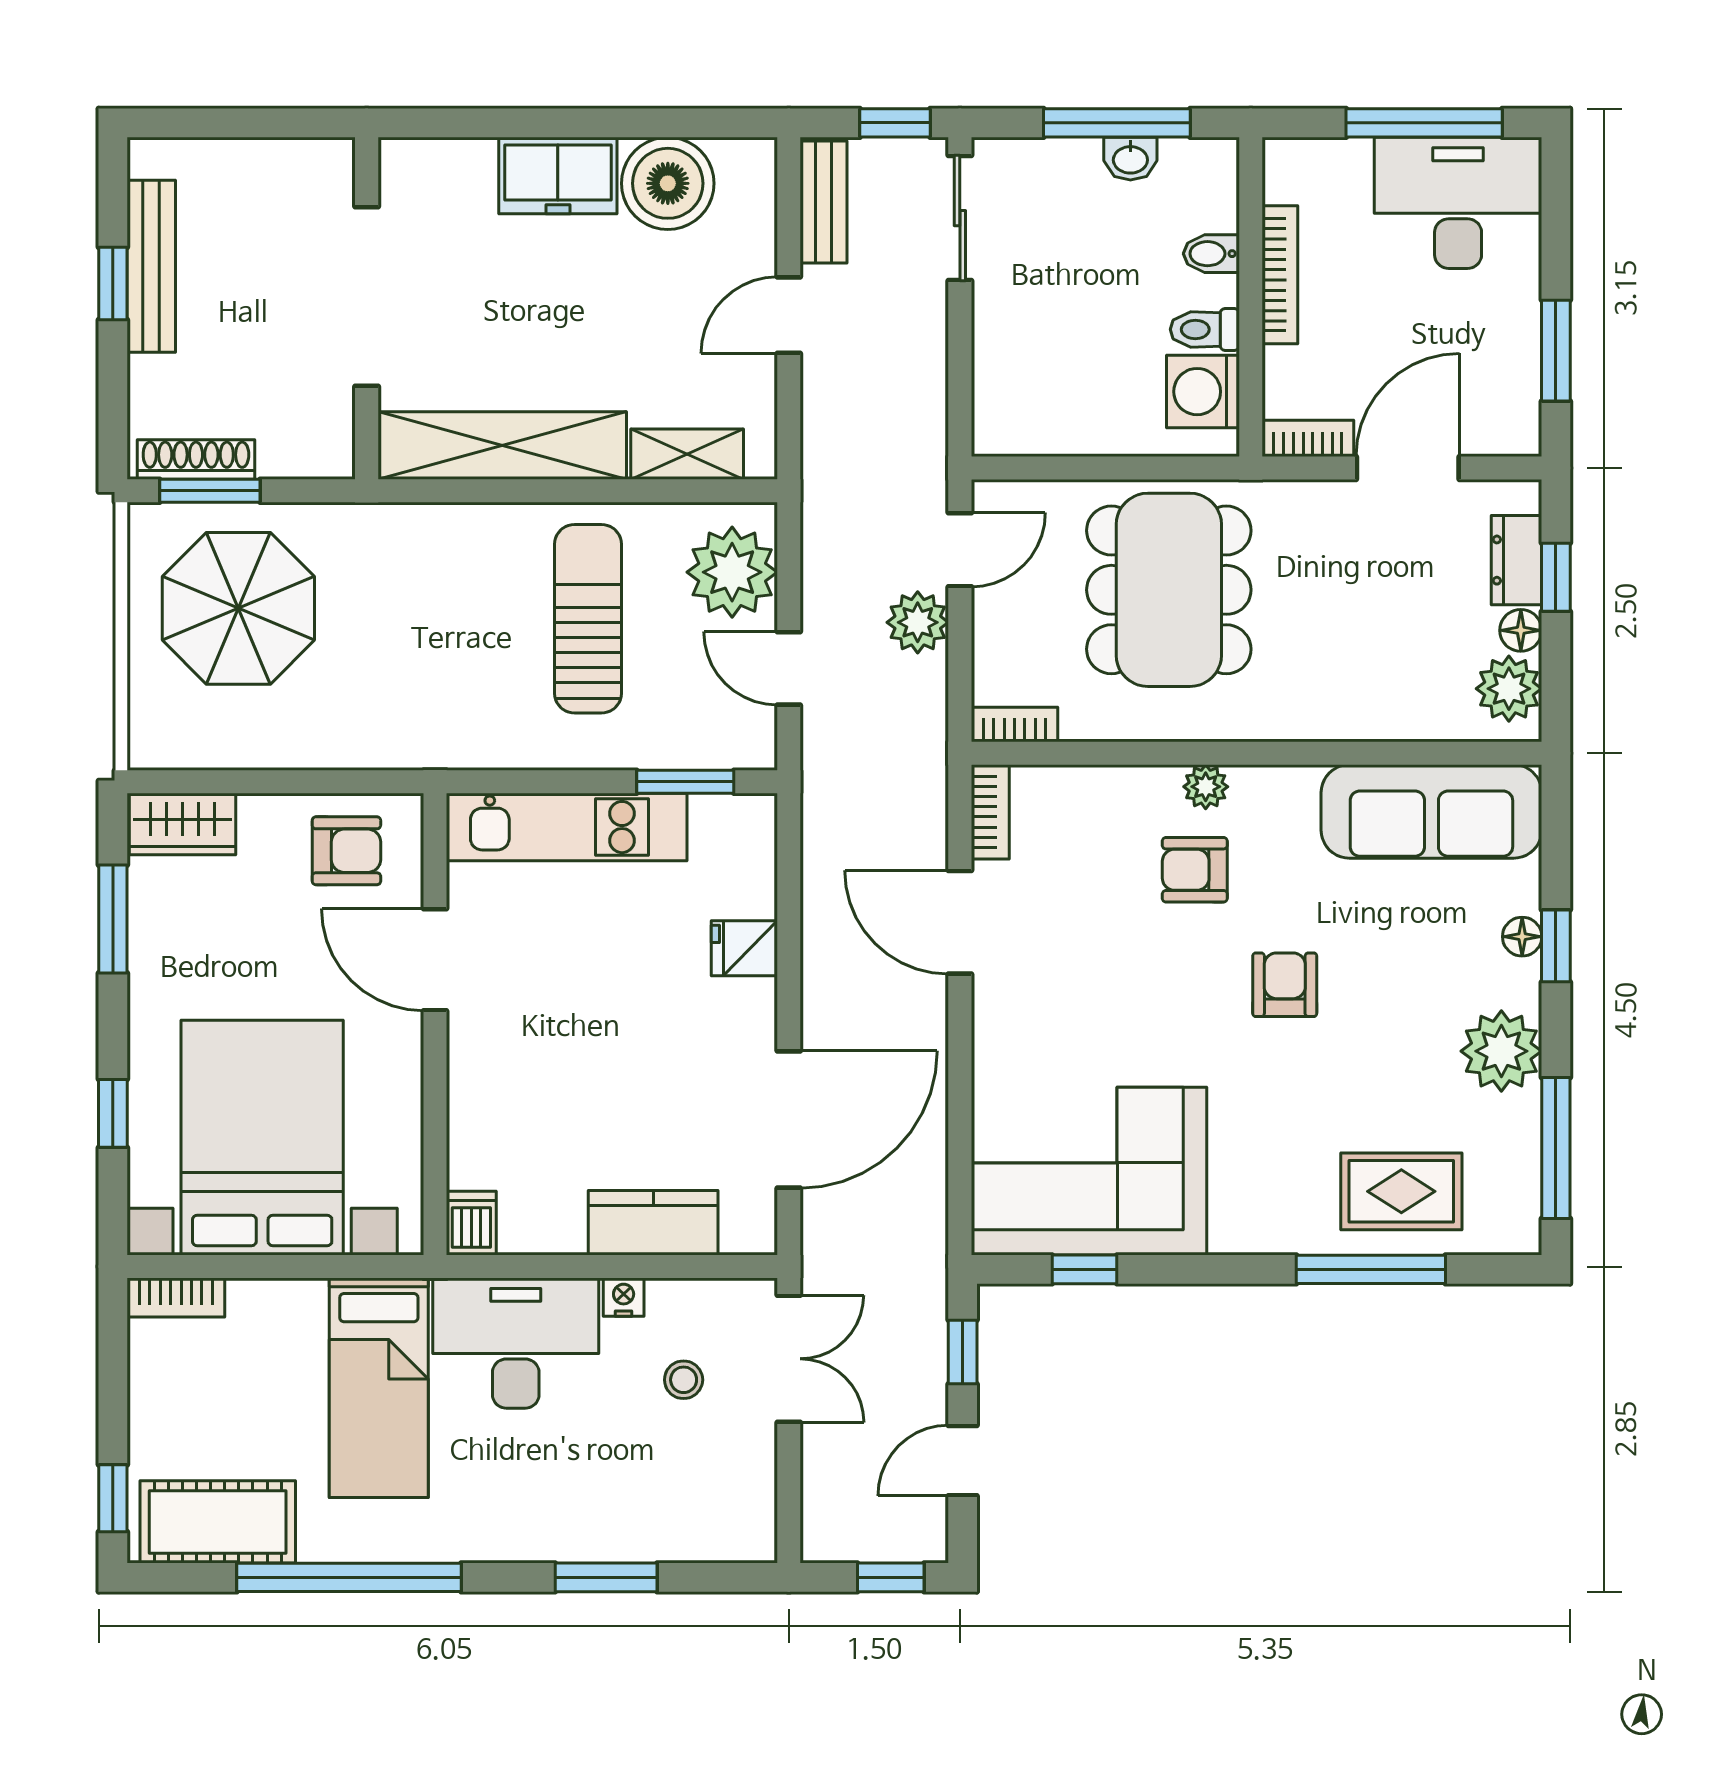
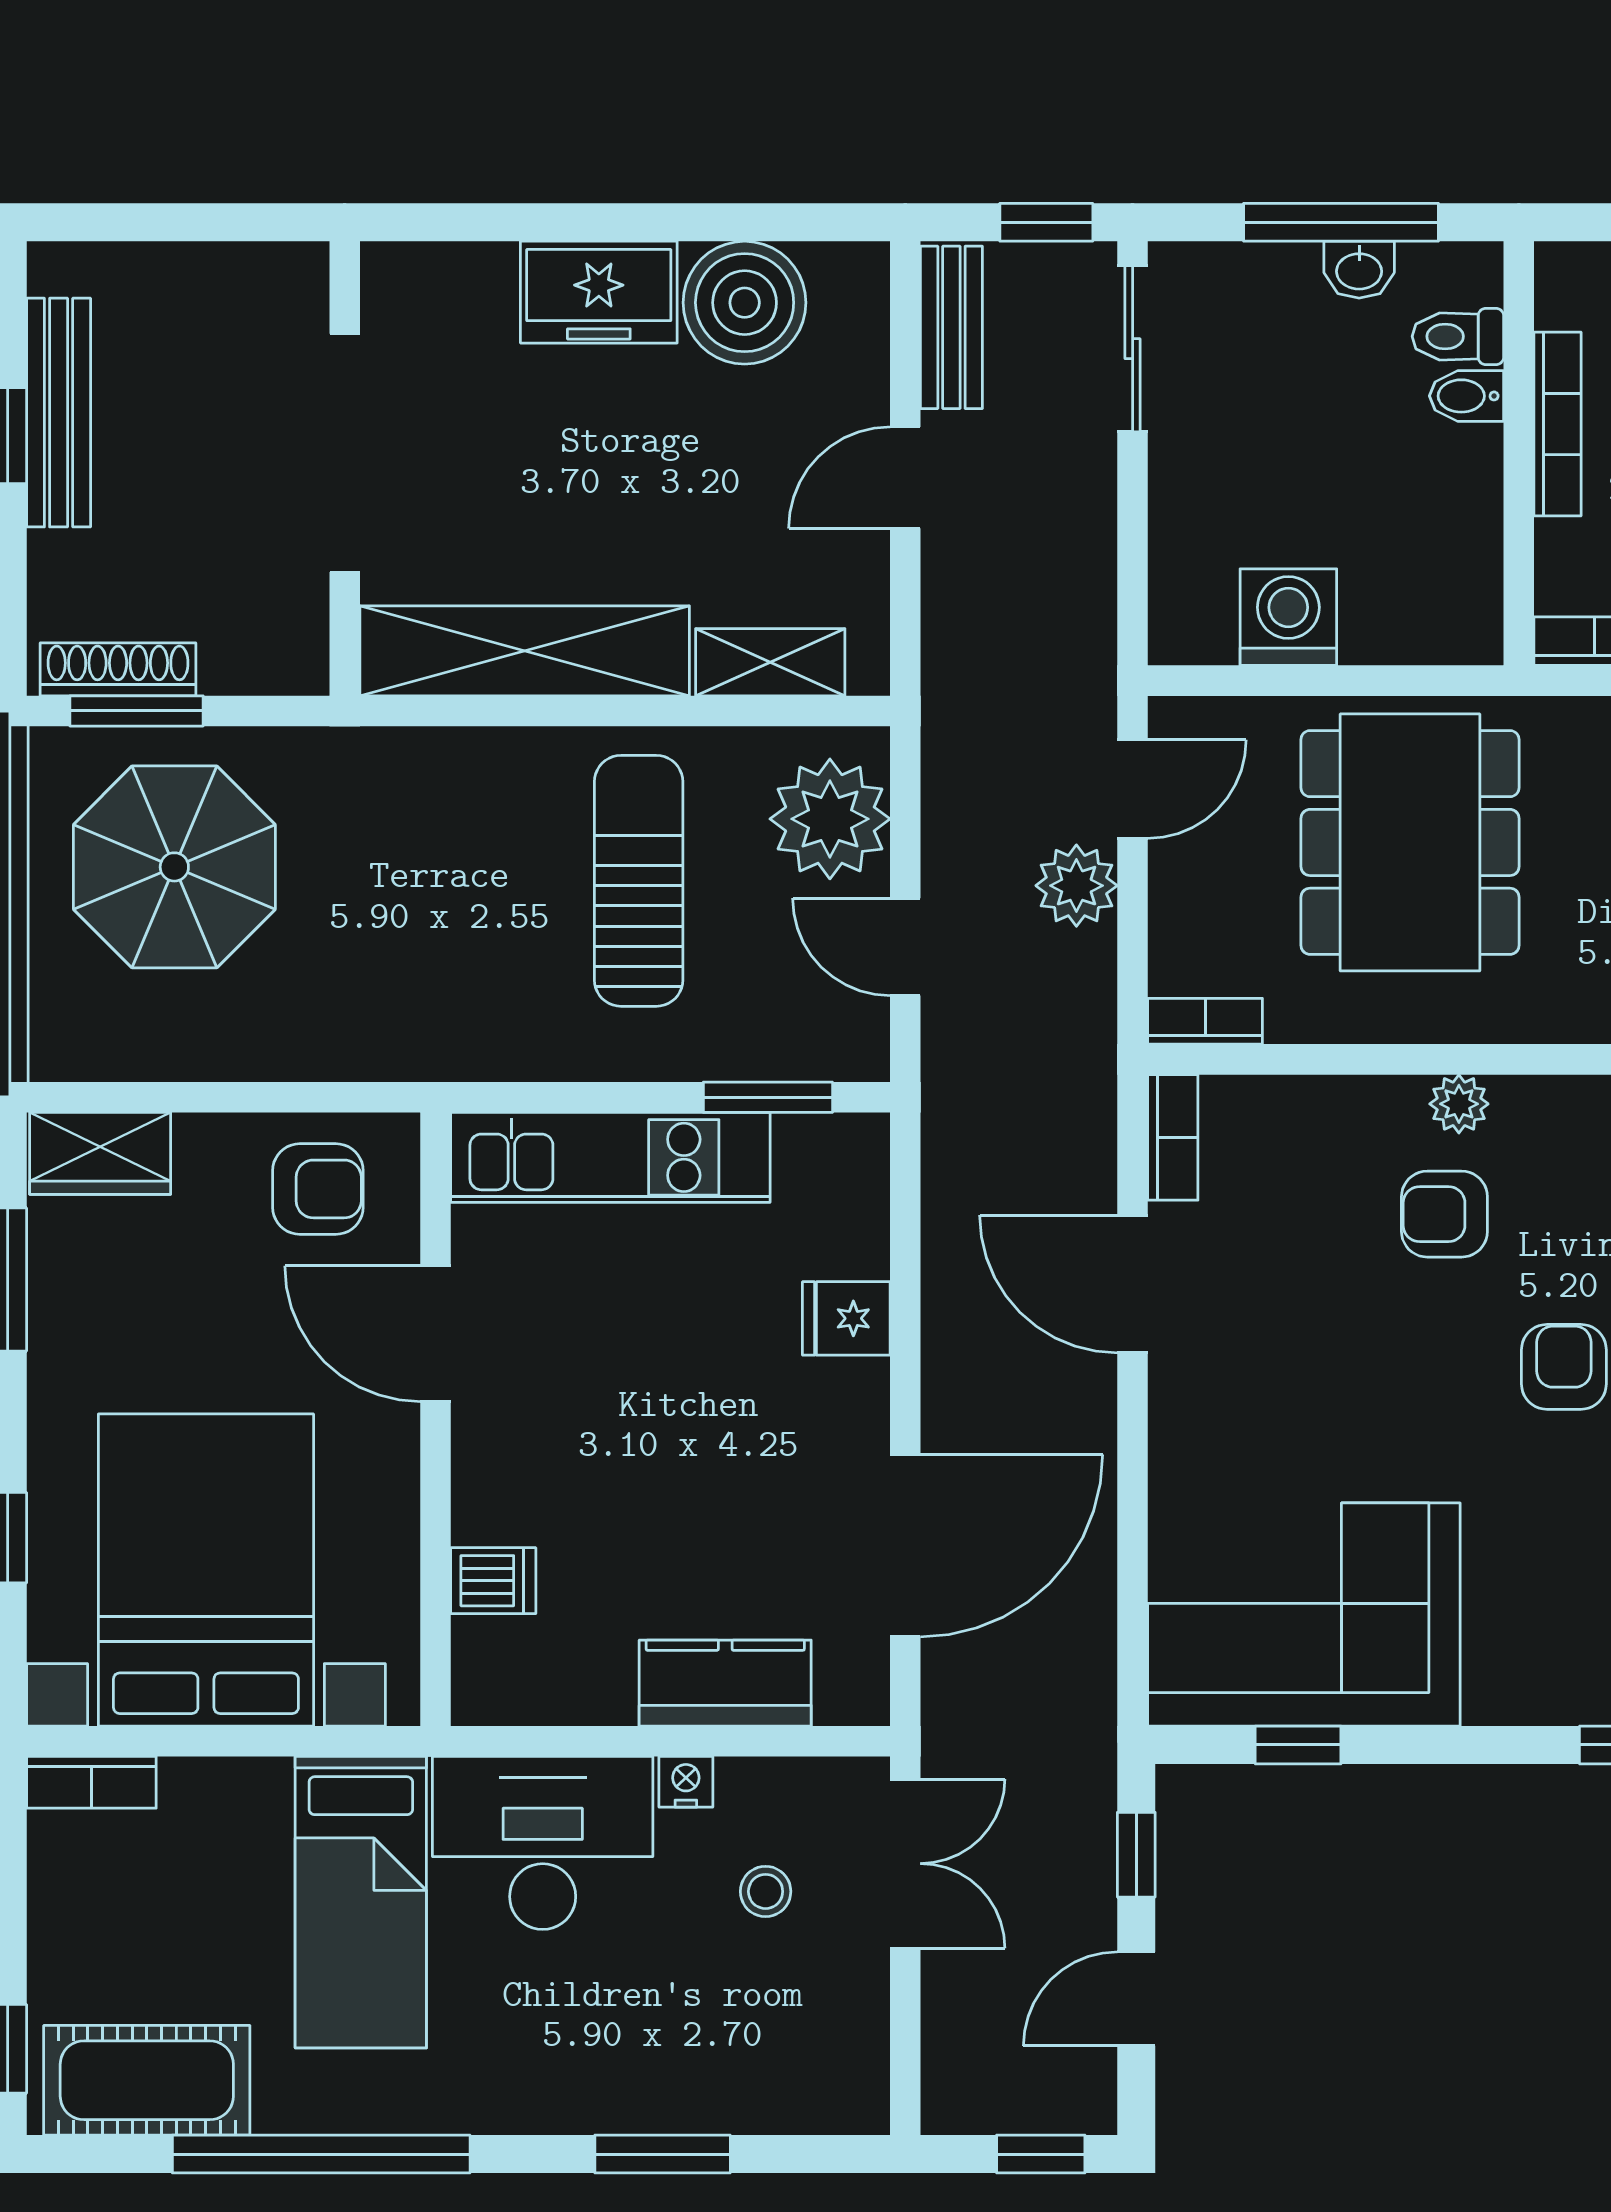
toilet: (1205, 329) -> (1458, 336), moved
washing machine: (1203, 392) -> (1288, 617), moved, turned 90
dishwasher: (471, 1223) -> (493, 1581), moved, turned 90

